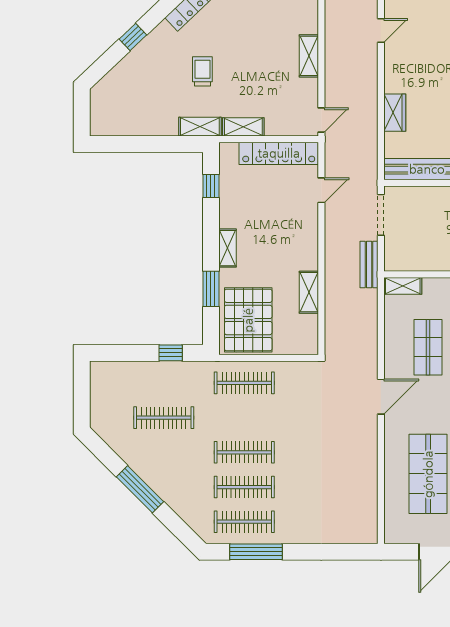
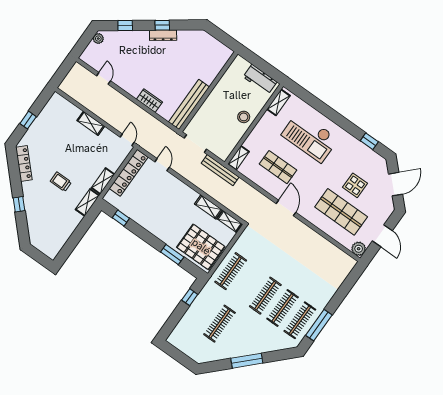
shelving: (228, 248) -> (230, 221), moved
bench: (369, 265) -> (220, 170), width x1.36
plant: (395, 532) -> (359, 249), added

